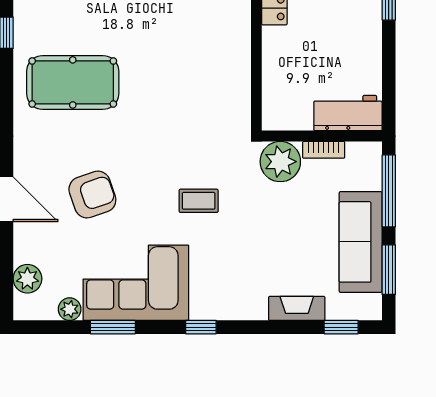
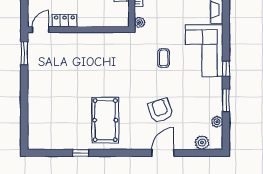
plant: (280, 162) -> (140, 22), width x0.53, depth x0.53
corner sofa: (136, 283) -> (204, 51), moved
window: (201, 327) -> (226, 69), moved

